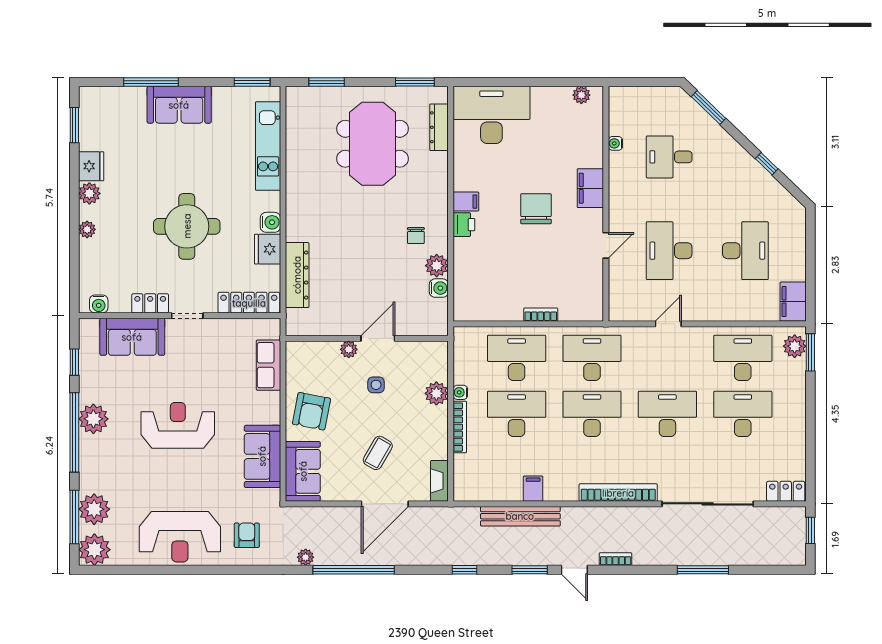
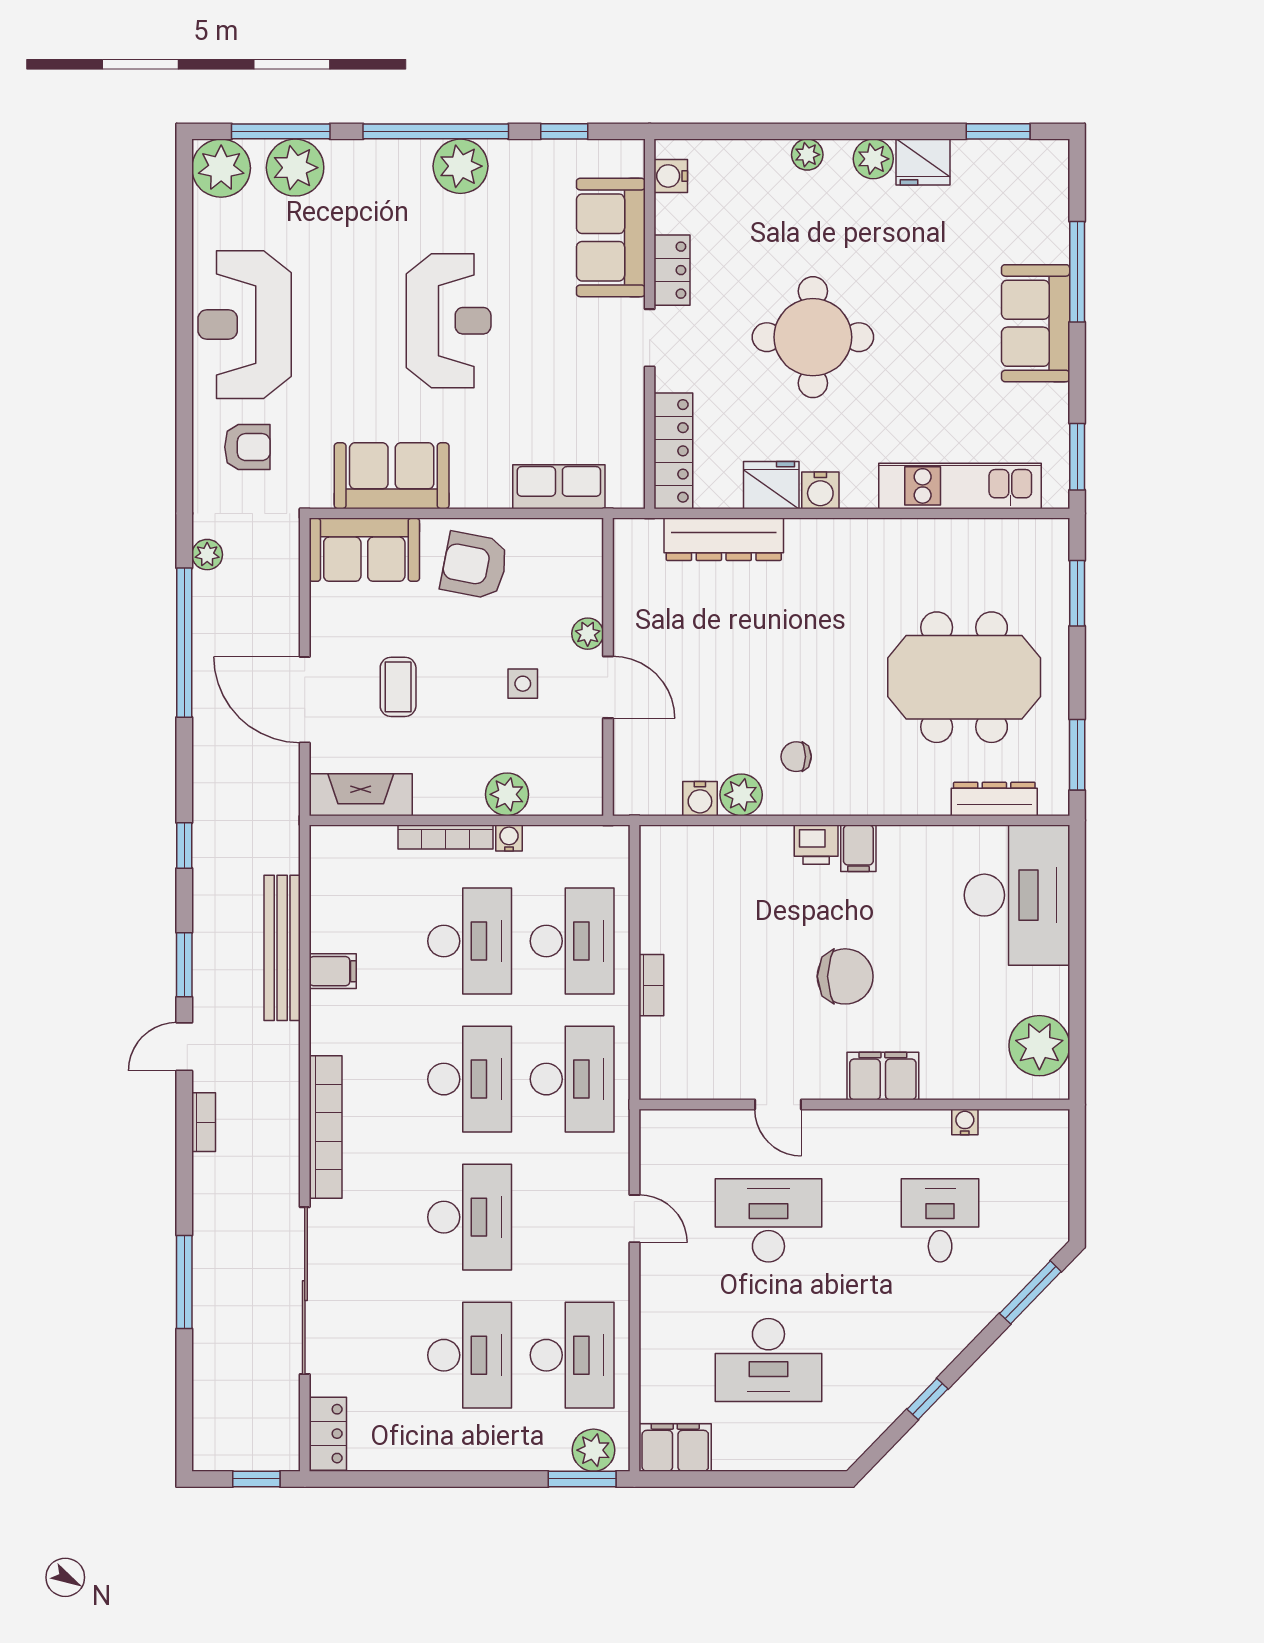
plant: (581, 95) -> (1039, 1046), width x1.88, depth x1.88
coffee table: (378, 453) -> (398, 687), turned 60
fireplace: (439, 481) -> (361, 795), width x1.37, depth x1.32

